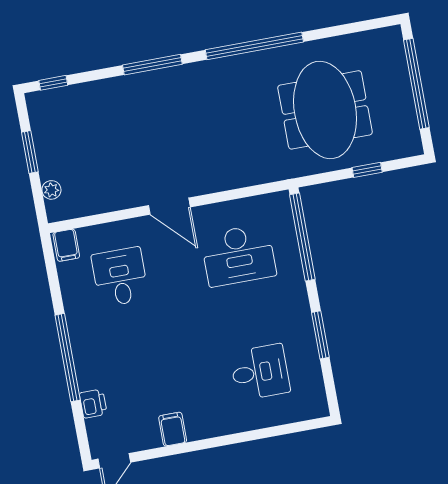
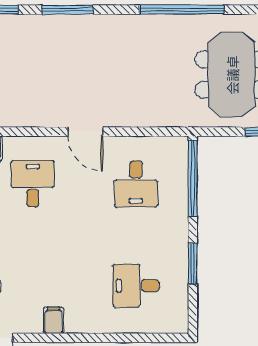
window: (152, 65) -> (67, 10), moved
desk: (238, 255) -> (136, 184), width x0.73
desk: (260, 372) -> (136, 286), turned 180

